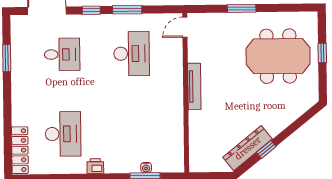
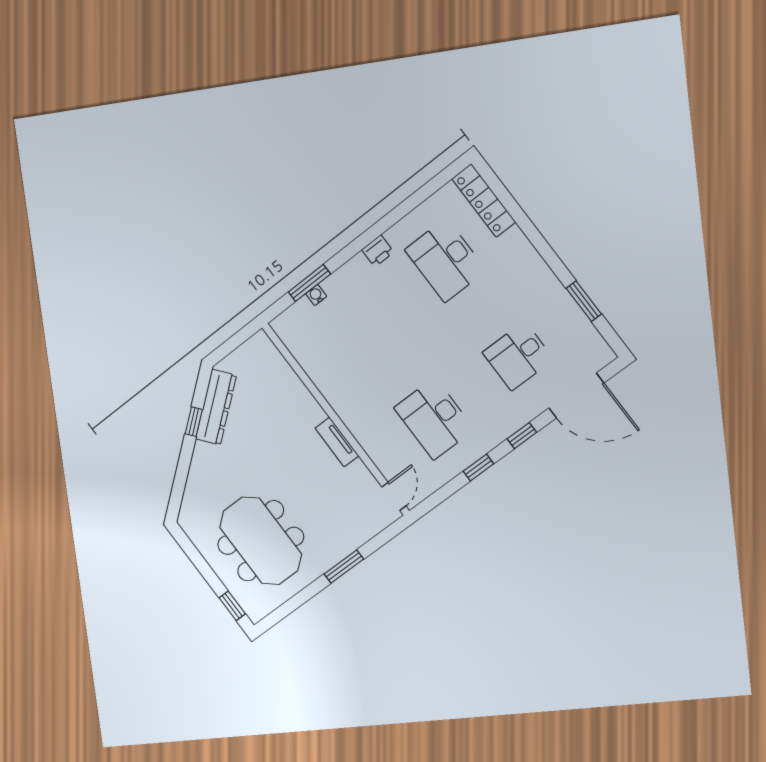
window: (127, 10) -> (478, 468), width x0.67
window: (322, 53) -> (232, 606), moved
meeting table: (278, 56) -> (261, 541), turned 90
tv unit: (194, 86) -> (337, 442), width x0.71

